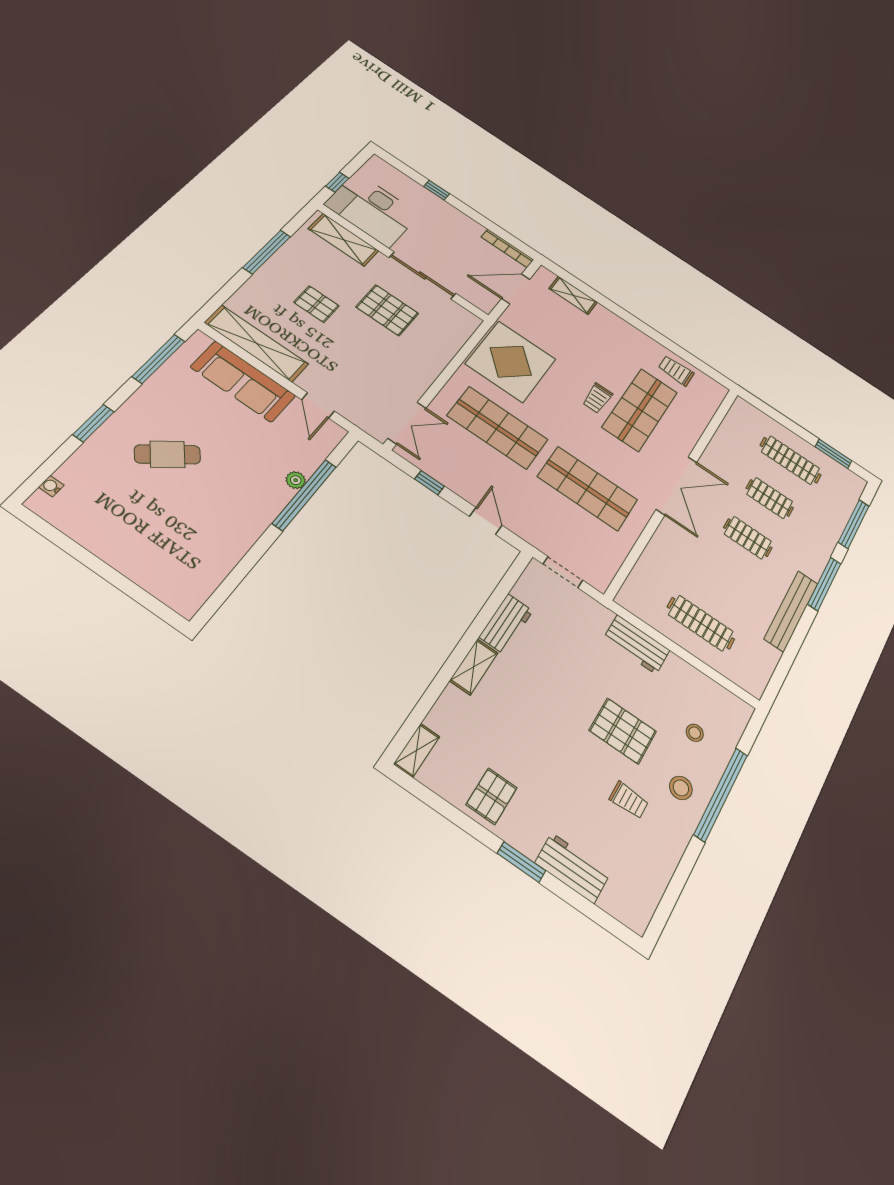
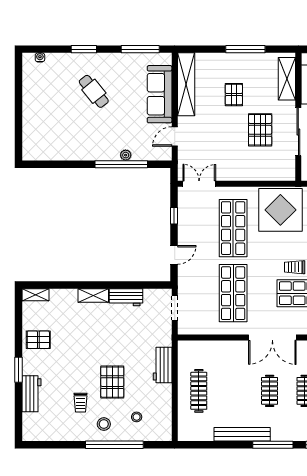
double door: (407, 423) -> (199, 184), swing flipped

